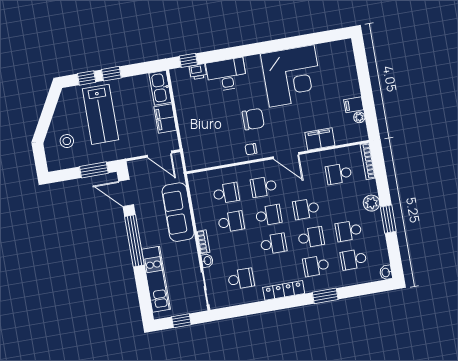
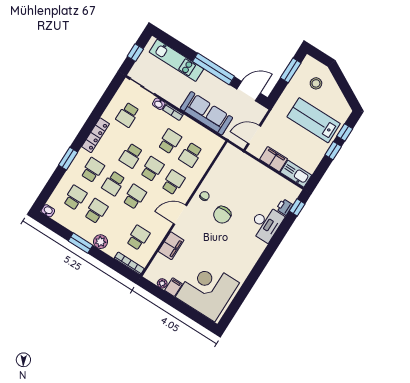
corner desk: (292, 76) -> (207, 290), moved, turned 90
window: (94, 170) -> (291, 70), moved
school desk: (269, 215) -> (152, 169), turned 180
school desk: (231, 222) -> (170, 141), turned 180

